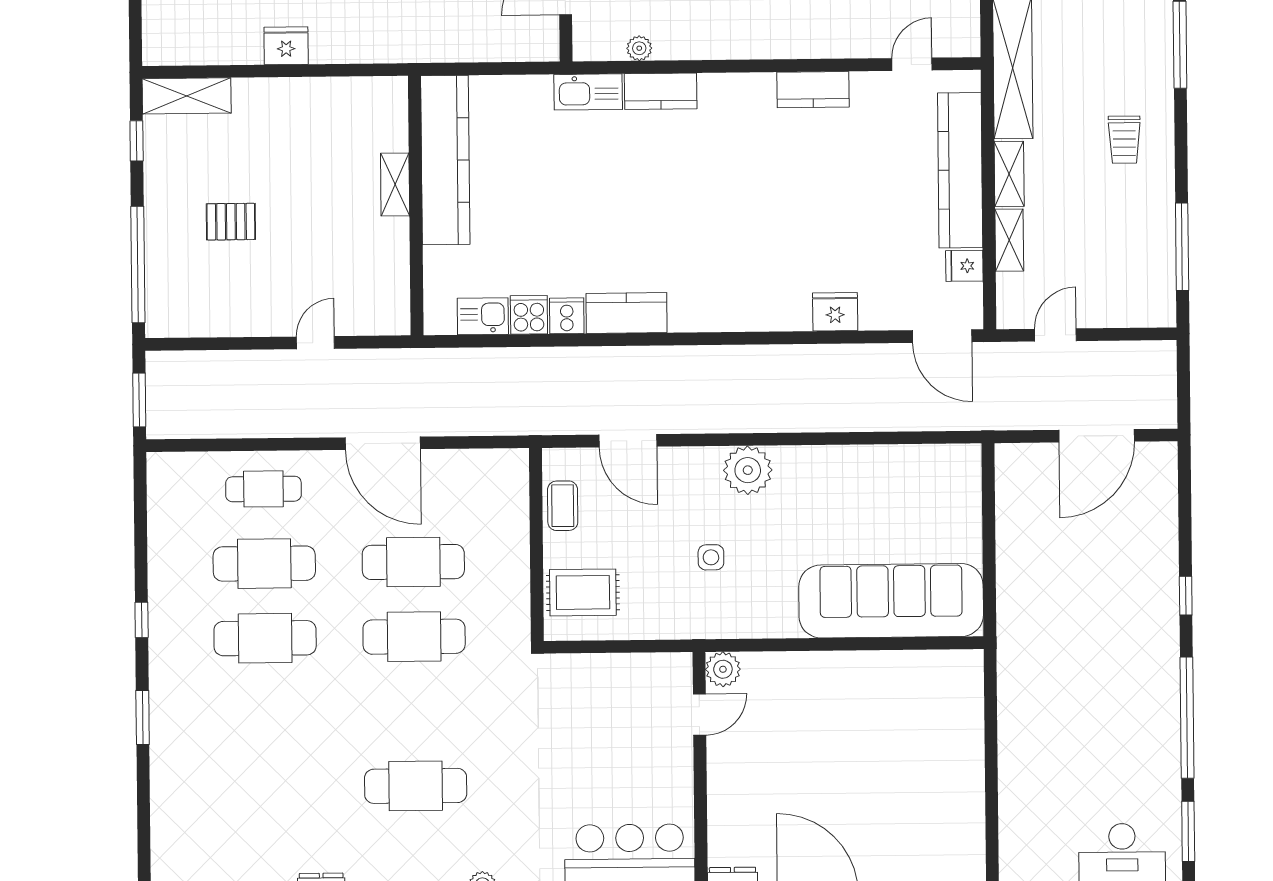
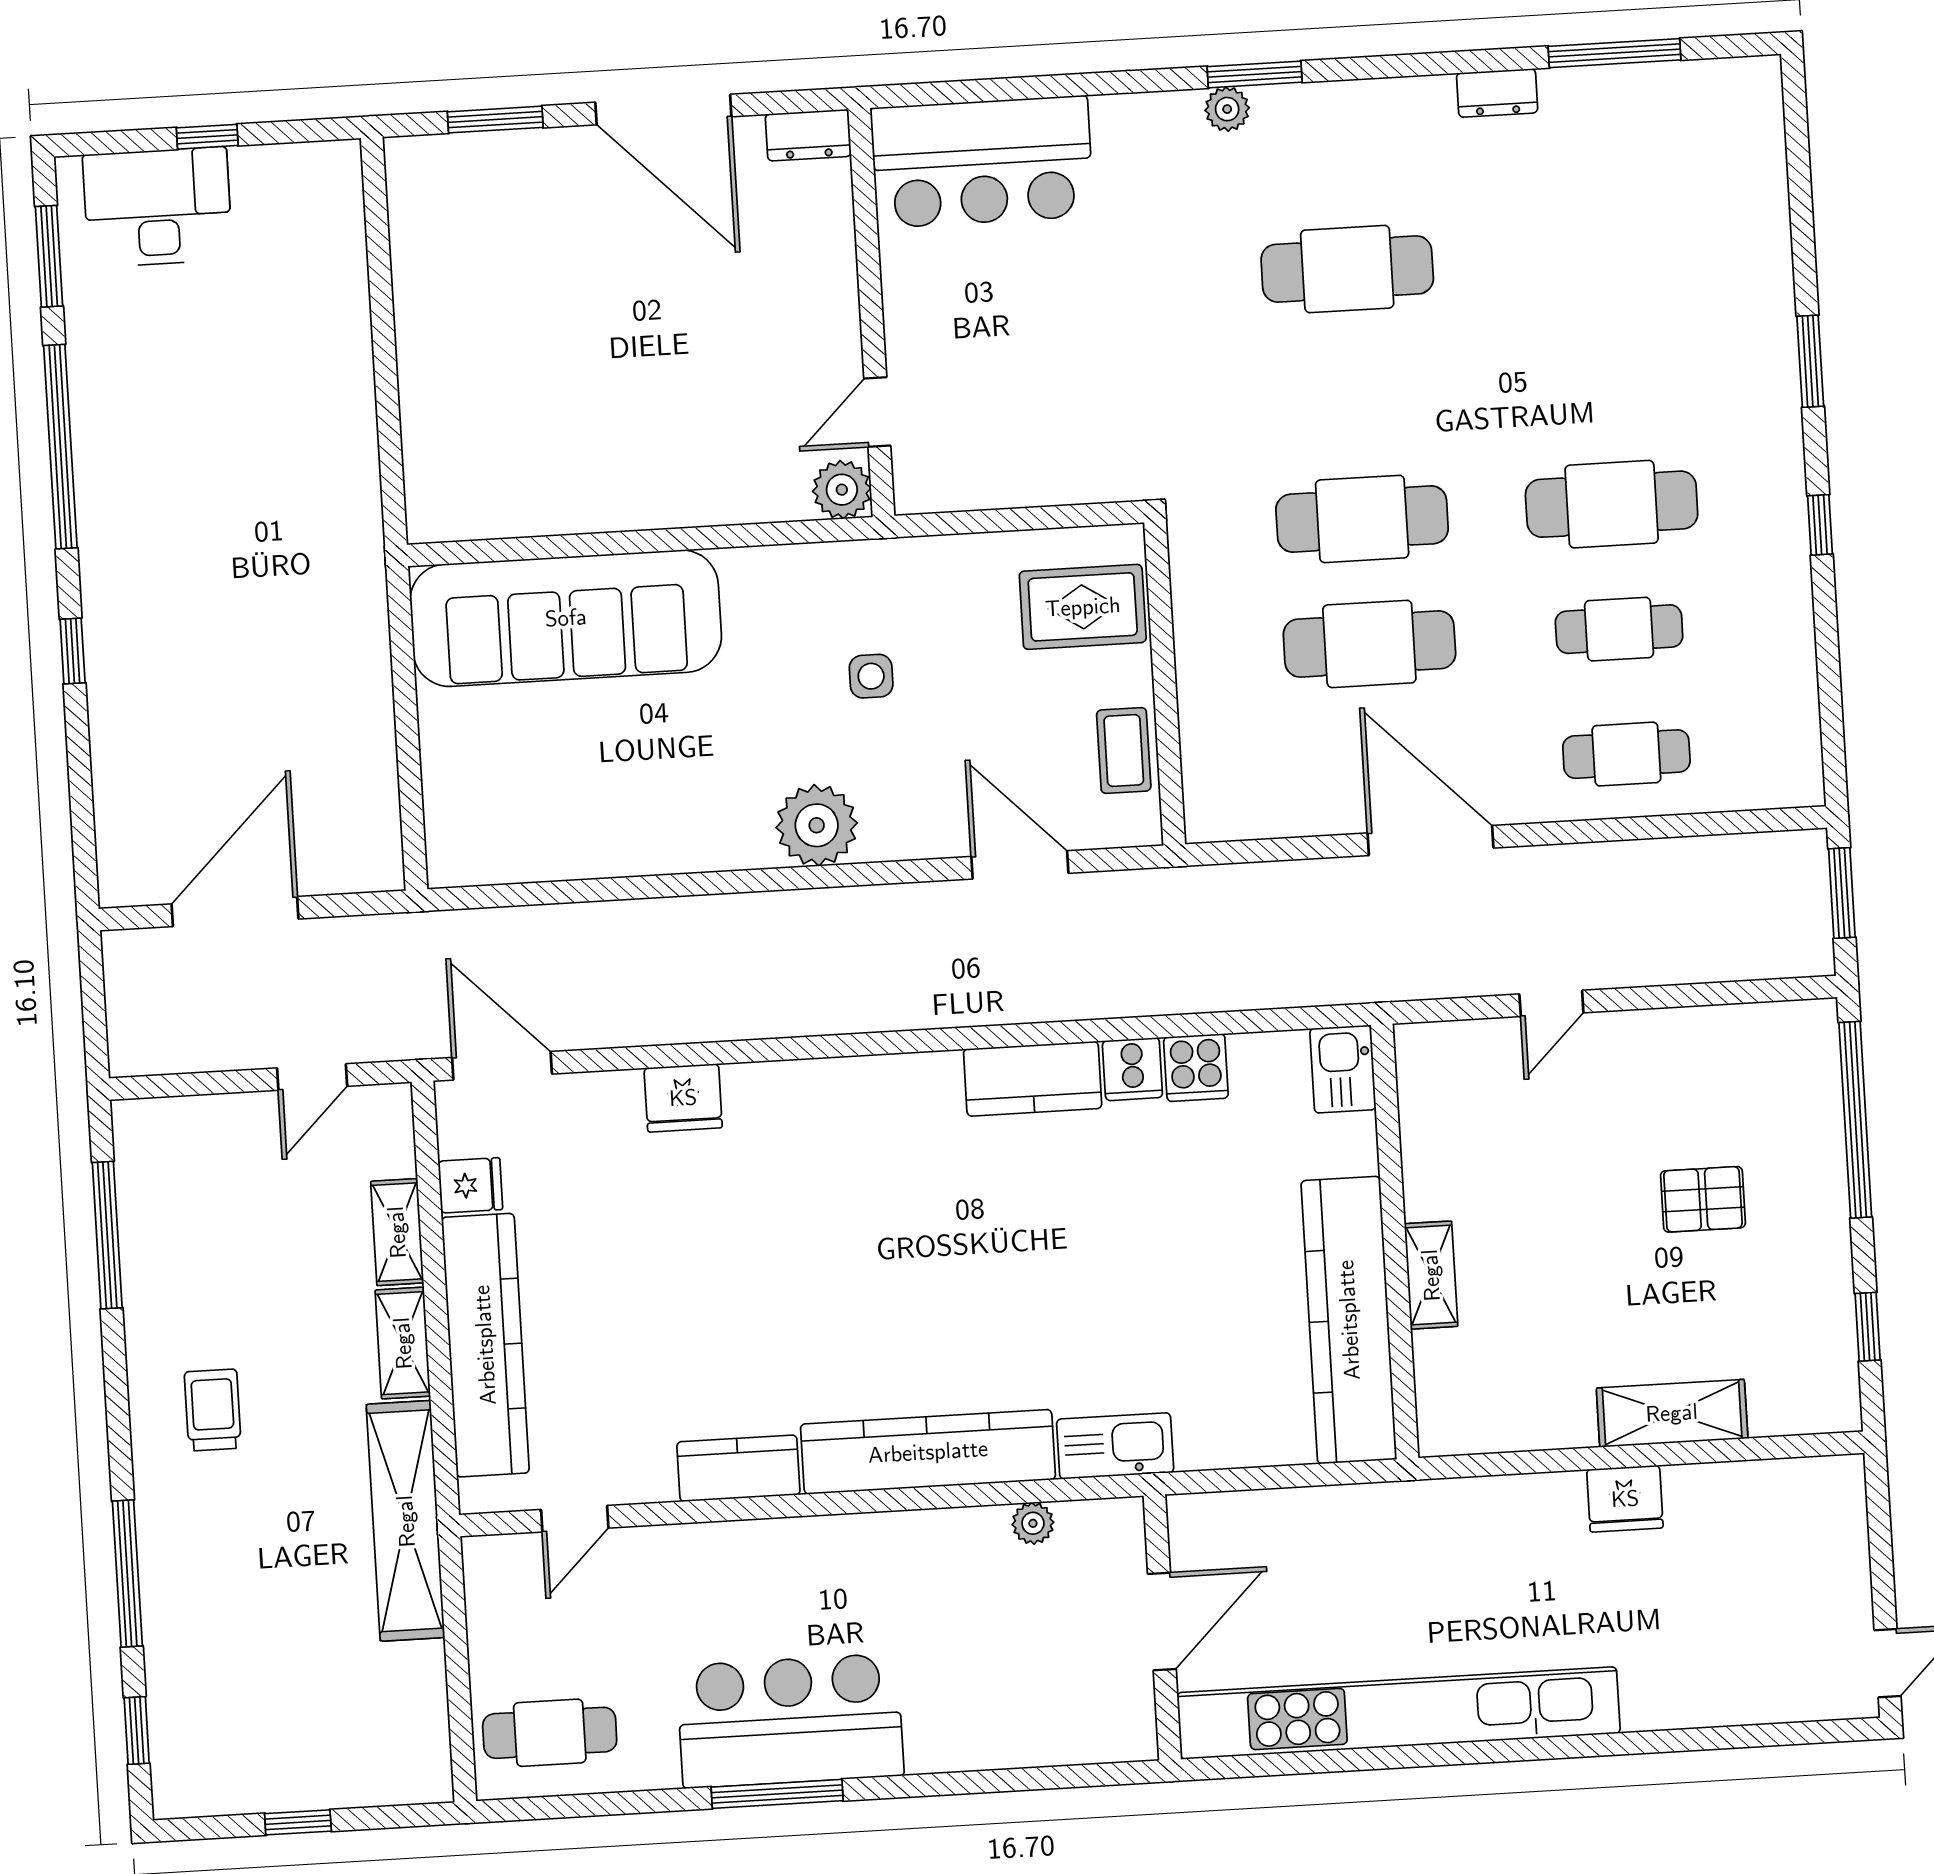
kitchen counter: (661, 91) -> (928, 1452), width x2.08, depth x1.17
shelving: (187, 96) -> (1672, 1413), moved
kitchen sink: (483, 316) -> (1343, 1069), moved, turned 90
cafe table: (264, 564) -> (1619, 629), width x0.73, depth x0.74

